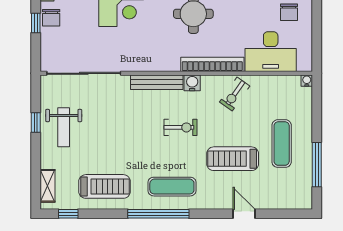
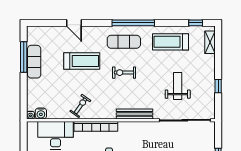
water cooler: (192, 83) -> (41, 113), moved
weight bench: (64, 127) -> (178, 86), moved
exercise bike: (181, 127) -> (124, 73), moved
exercise mat: (282, 144) -> (34, 62), moved

